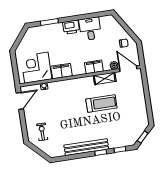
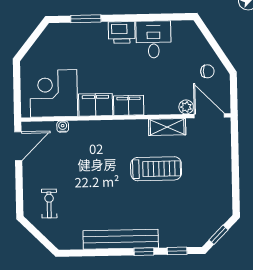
filing cabinet: (94, 67) -> (129, 105), moved

